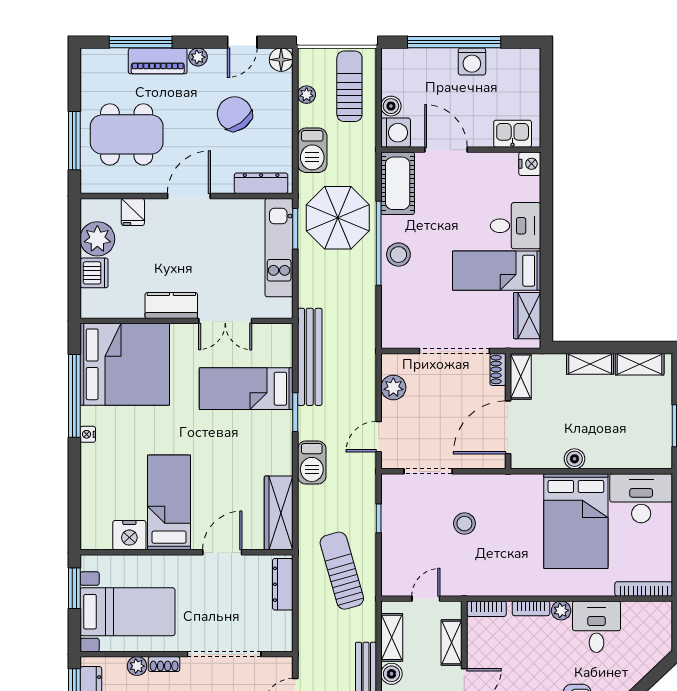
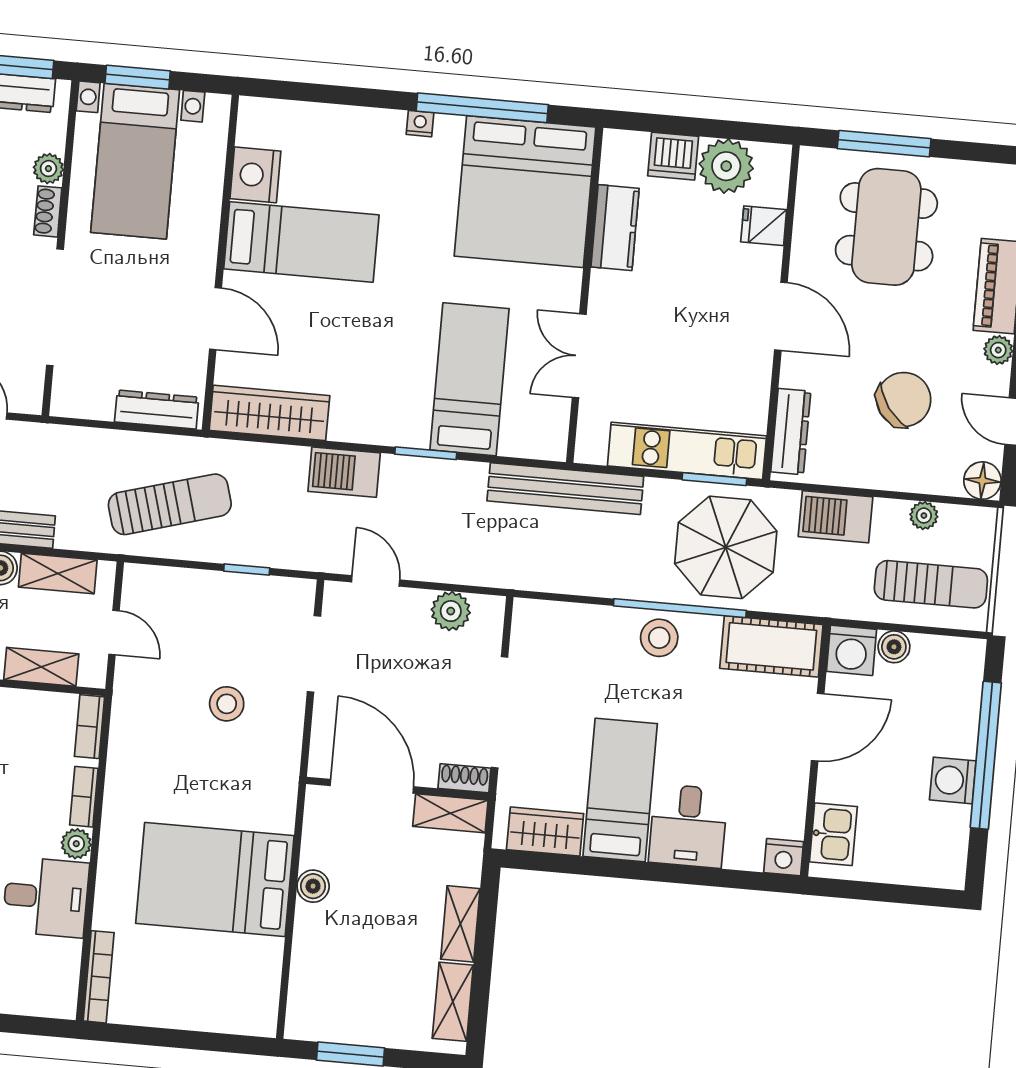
kitchen counter: (171, 306) -> (615, 228), moved
bench: (310, 357) -> (565, 489), moved
desk: (641, 498) -> (242, 985), removed
window: (74, 588) -> (138, 77), moved

